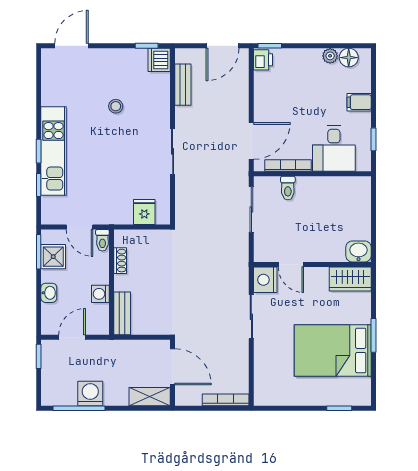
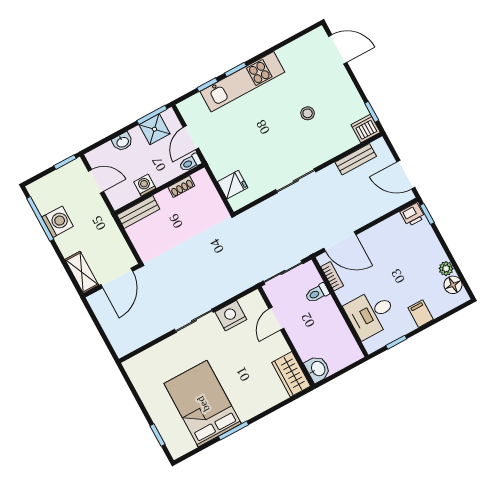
bookcase: (288, 166) -> (332, 276), width x0.64
washbasin: (359, 251) -> (318, 369), moved
door: (291, 264) -> (276, 319), moved
wall: (312, 264) -> (286, 336), moved
wardrobe: (350, 279) -> (291, 374), moved
bookcase: (226, 400) -> (113, 337), removed

